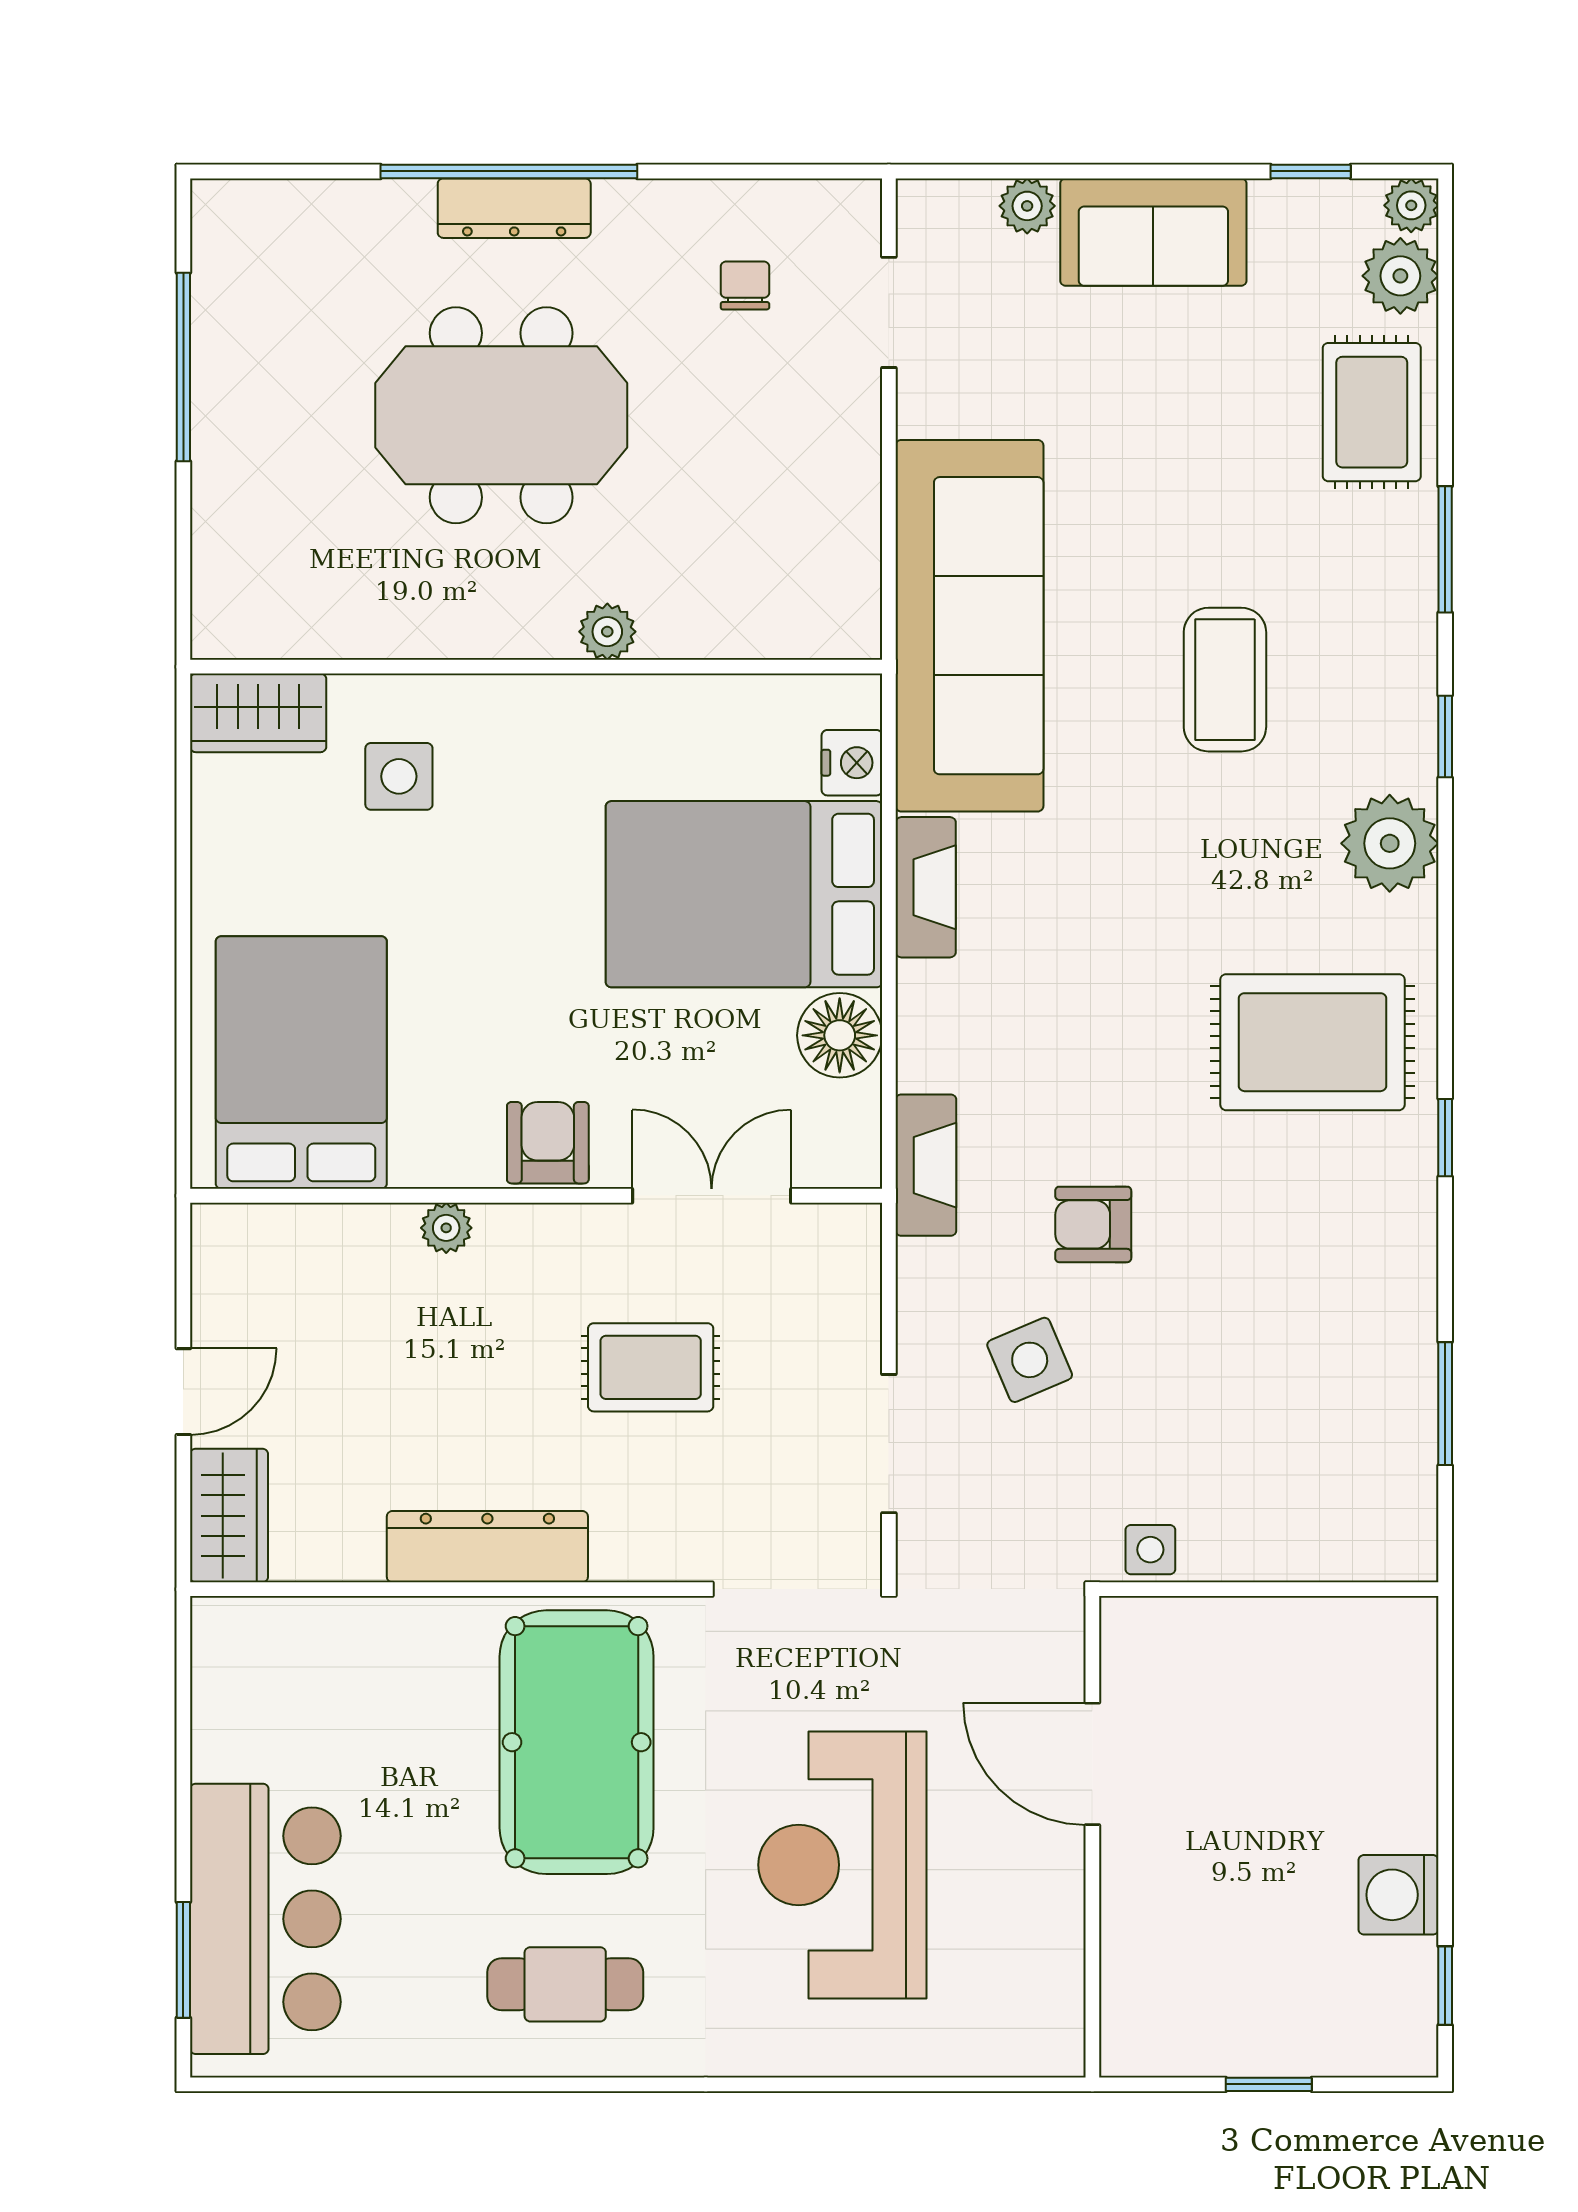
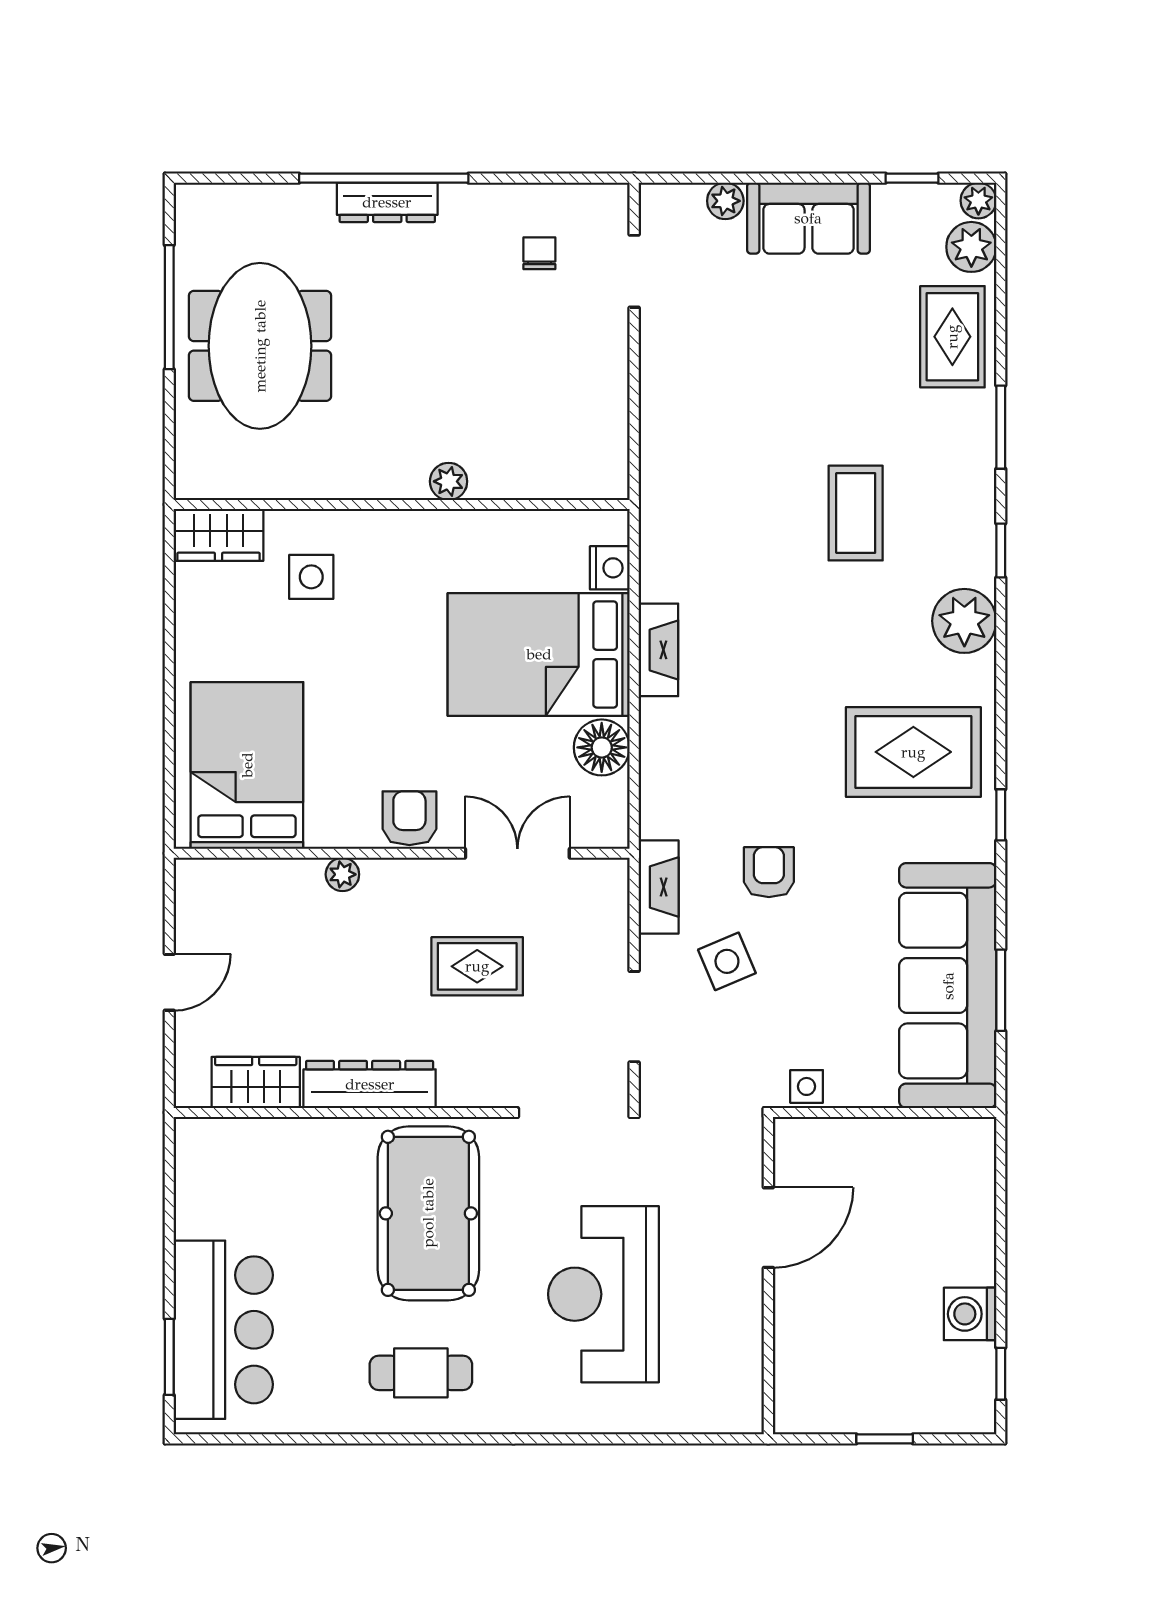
meeting table: (501, 415) -> (260, 346), moved, turned 90
sofa: (969, 626) -> (948, 986), moved, turned 180
fireplace: (926, 1165) -> (659, 887), moved
armchair: (1093, 1224) -> (769, 872), turned 90
wardrobe: (229, 1516) -> (256, 1082), moved, turned -90
door: (1092, 1764) -> (768, 1228), swing flipped

